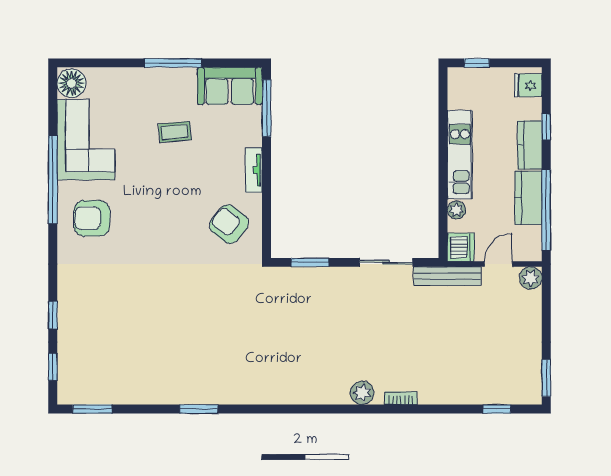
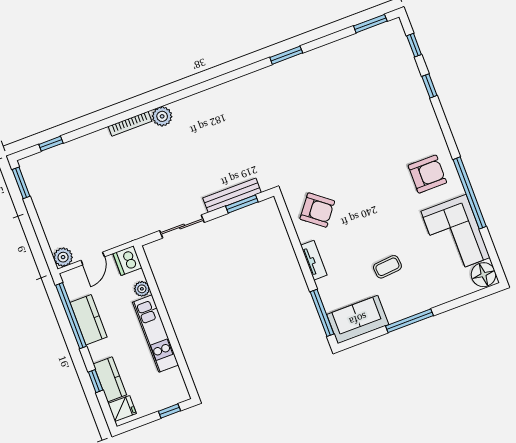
kitchen counter: (530, 145) -> (110, 379), moved
bench: (447, 276) -> (232, 195), moved
bookcase: (401, 398) -> (130, 124), width x1.56

